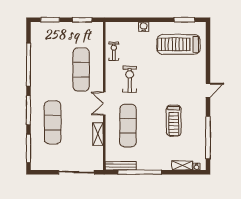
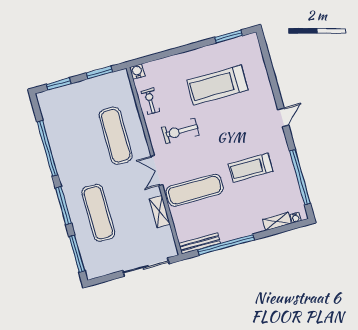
water cooler: (144, 27) -> (137, 72), moved
treadmill: (179, 44) -> (217, 85), moved
exercise bike: (130, 79) -> (180, 131), turned -90
treadmill: (174, 121) -> (251, 168), turned 90
exercise mat: (128, 126) -> (195, 190), turned 90

